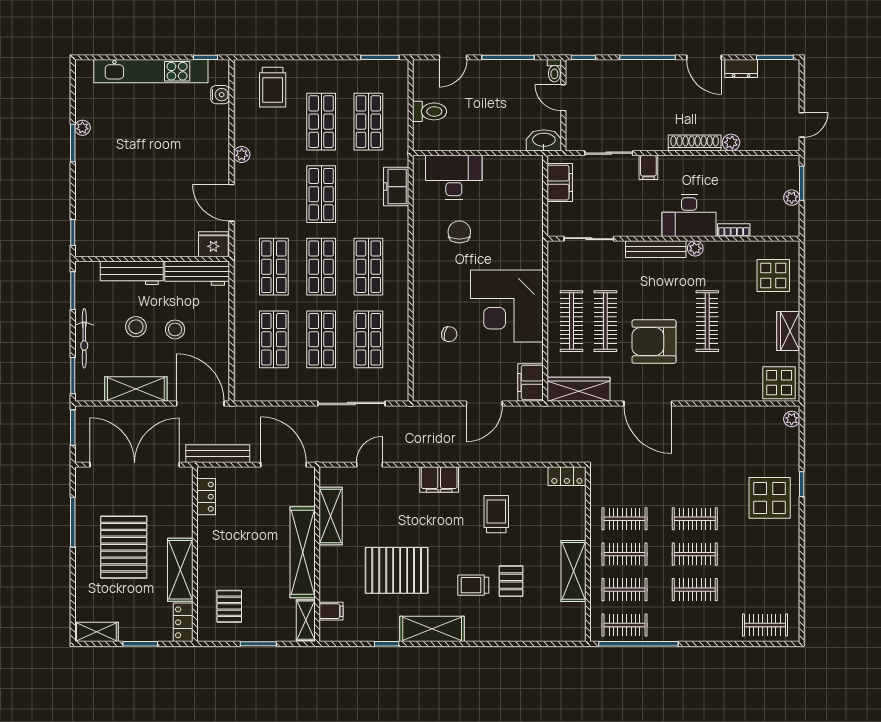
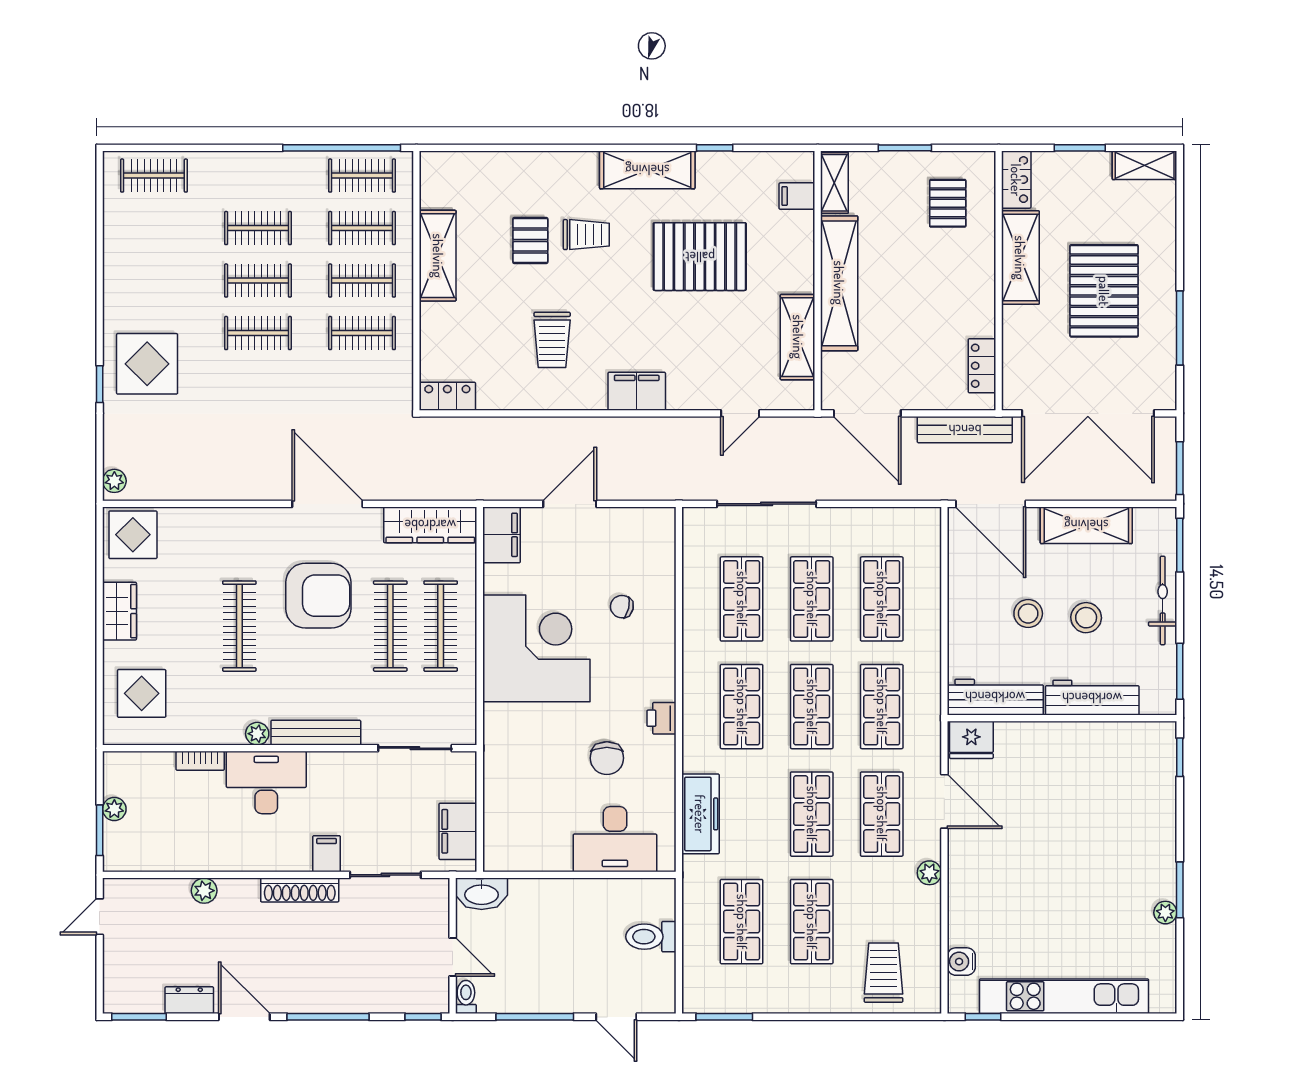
door: (453, 57) -> (616, 1017), swing flipped
shoe rack: (695, 143) -> (300, 890), moved
freezer: (396, 187) -> (700, 814), width x1.40
shop shelf: (274, 194) -> (882, 814), added
printer: (422, 259) -> (661, 718), added

